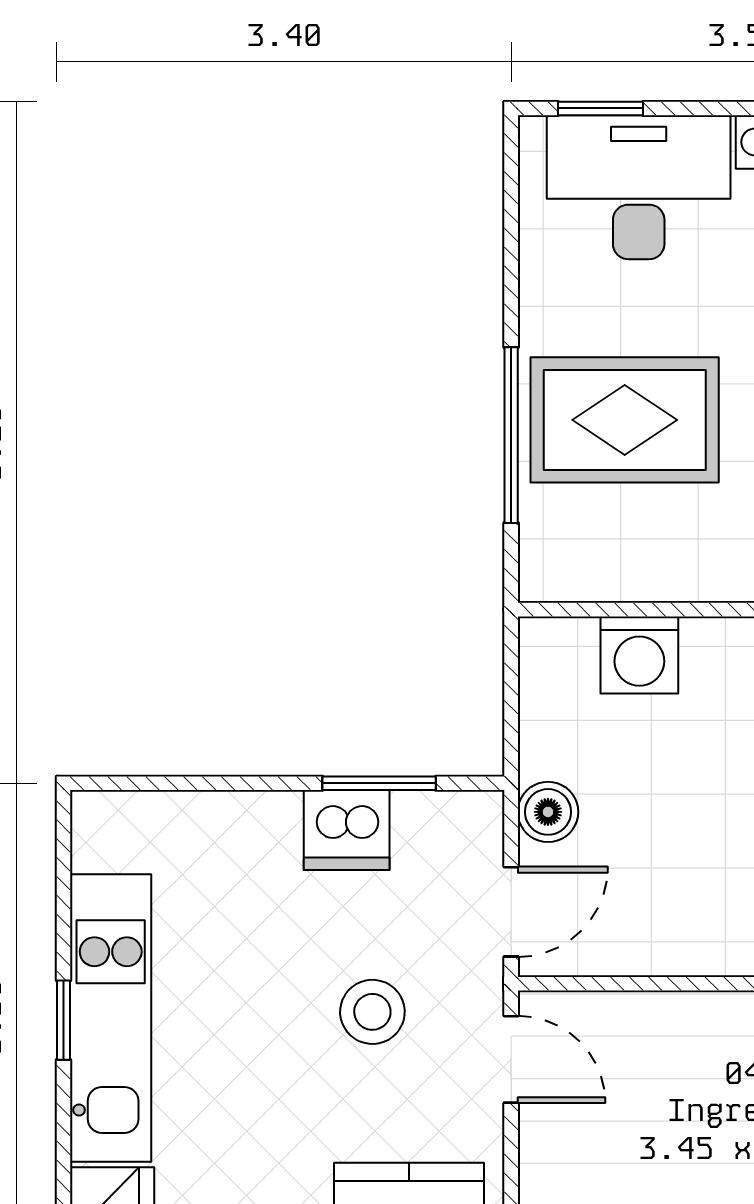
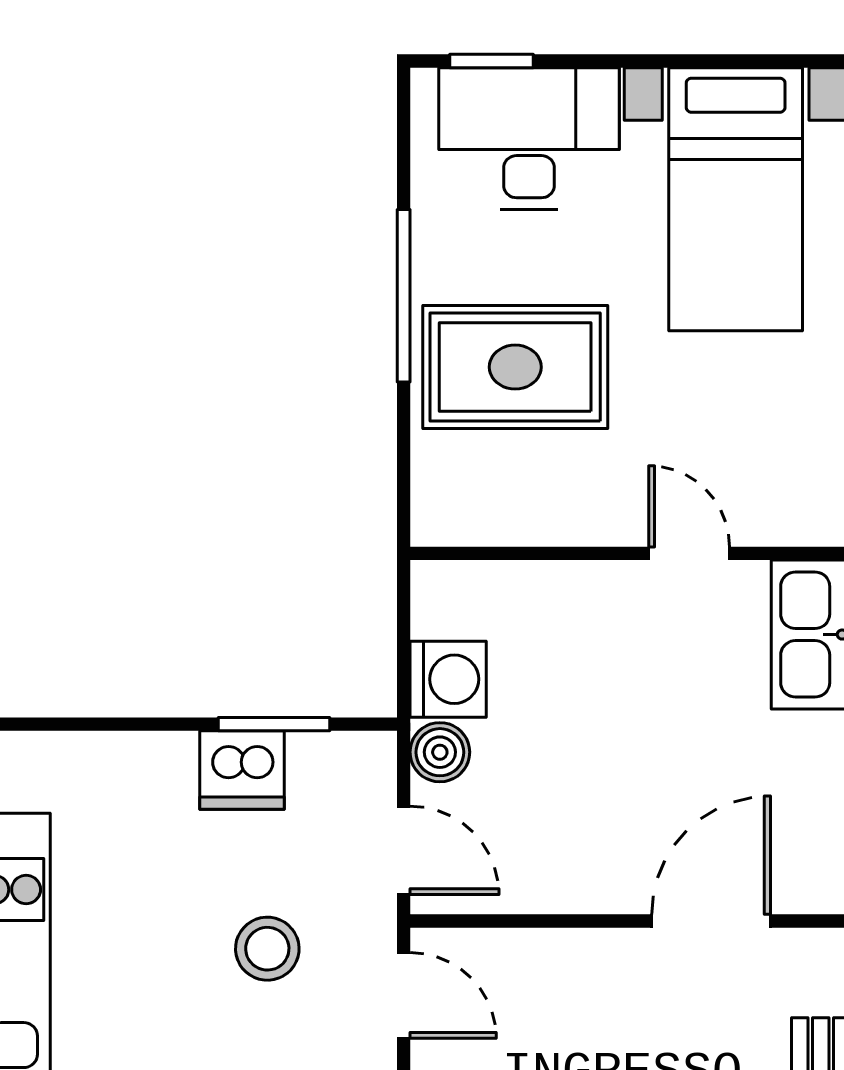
window: (511, 435) -> (404, 296), moved
washing machine: (639, 655) -> (448, 679), moved, turned -90
door: (511, 912) -> (404, 850), hinge flipped

